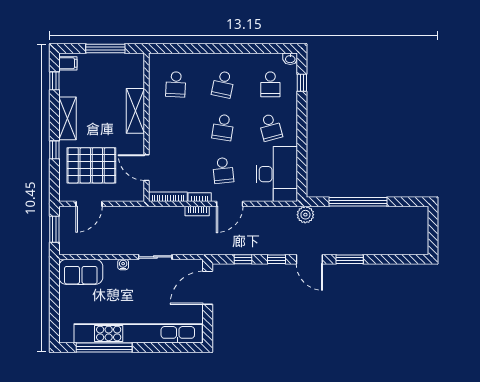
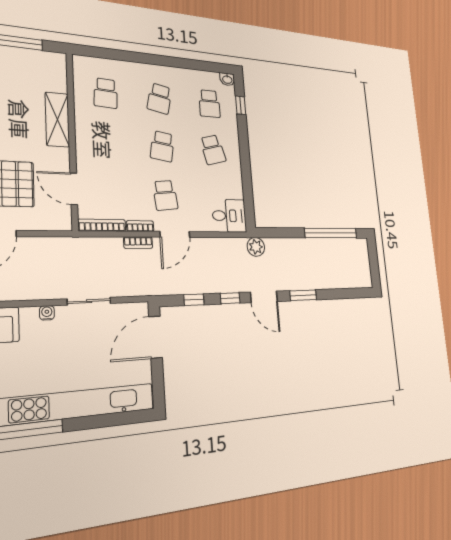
desk: (277, 174) -> (229, 216), width x0.53, depth x0.77
window: (358, 202) -> (331, 233), moved

